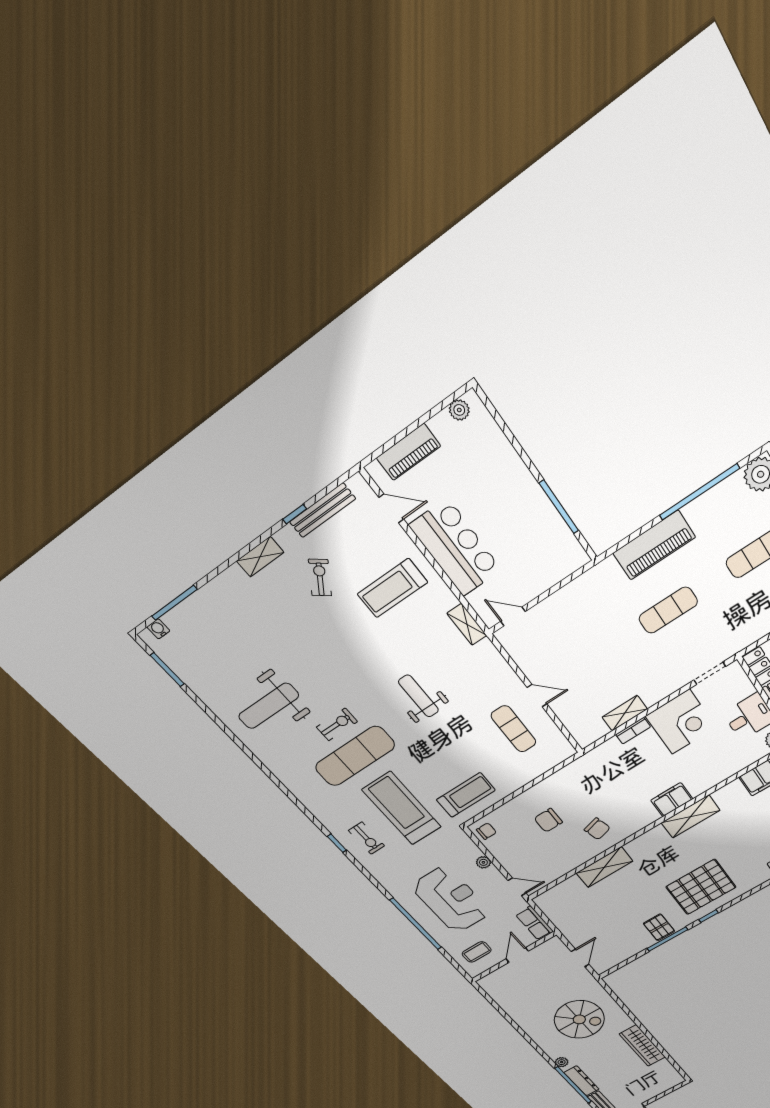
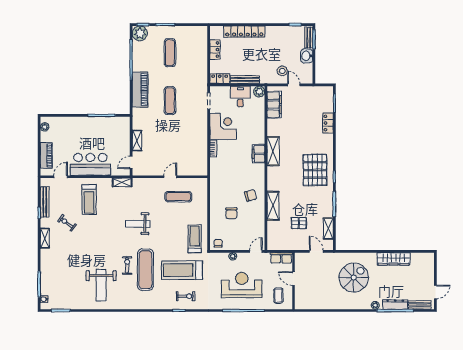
shelving: (625, 713) -> (137, 141), moved
pallet: (659, 927) -> (299, 223), moved
shelving: (625, 953) -> (328, 229), added

